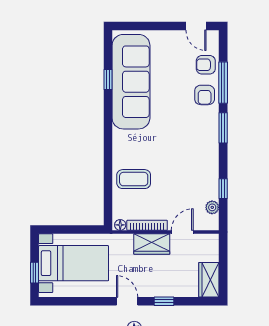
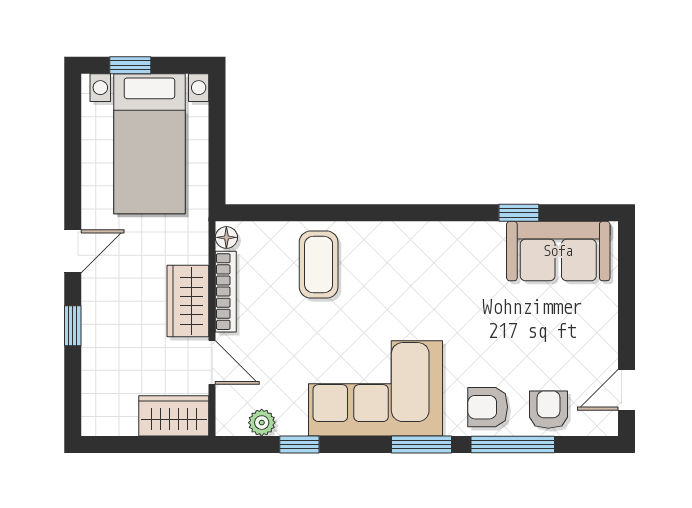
sofa: (131, 82) -> (558, 251), width x0.54, depth x0.79
corner sofa: (195, 151) -> (375, 388), added
wardrobe: (209, 280) -> (174, 416), moved

